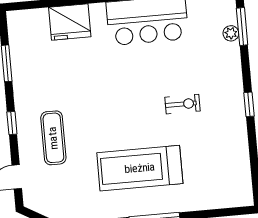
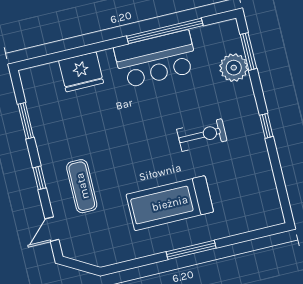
plant: (231, 33) -> (234, 68), width x1.87, depth x1.87
exercise bike: (182, 104) -> (202, 135), width x1.38, depth x1.39

